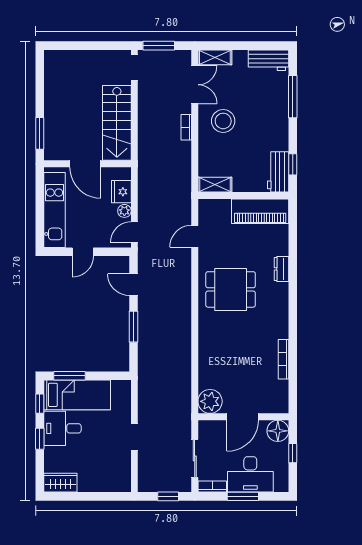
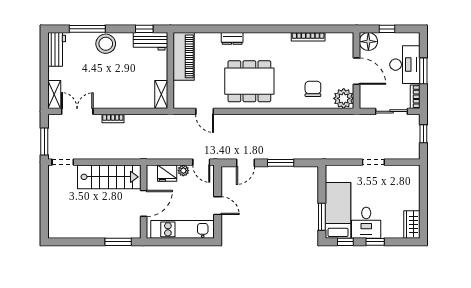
stool: (223, 121) -> (106, 44), moved
dining table: (231, 289) -> (249, 81), width x1.37
chair: (221, 365) -> (313, 89), added

